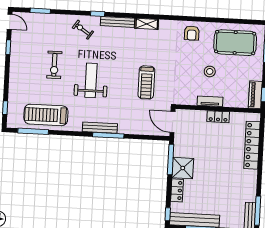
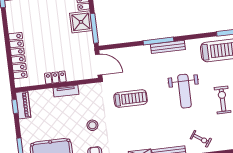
stool: (210, 71) -> (92, 125), moved
treadmill: (146, 82) -> (131, 98), turned 90

